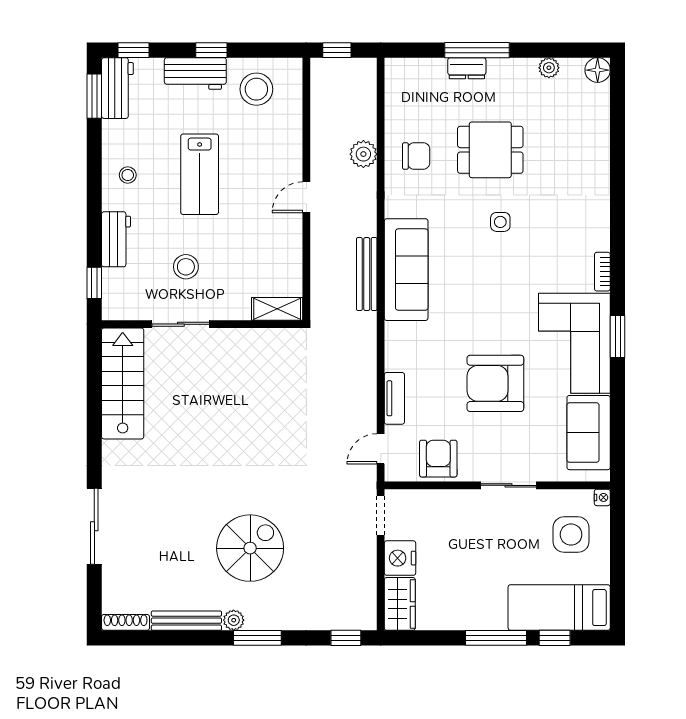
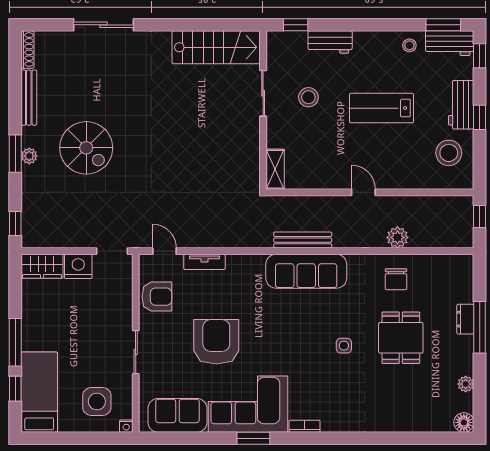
stool: (128, 175) -> (409, 45), moved
plant: (234, 620) -> (29, 156), moved

